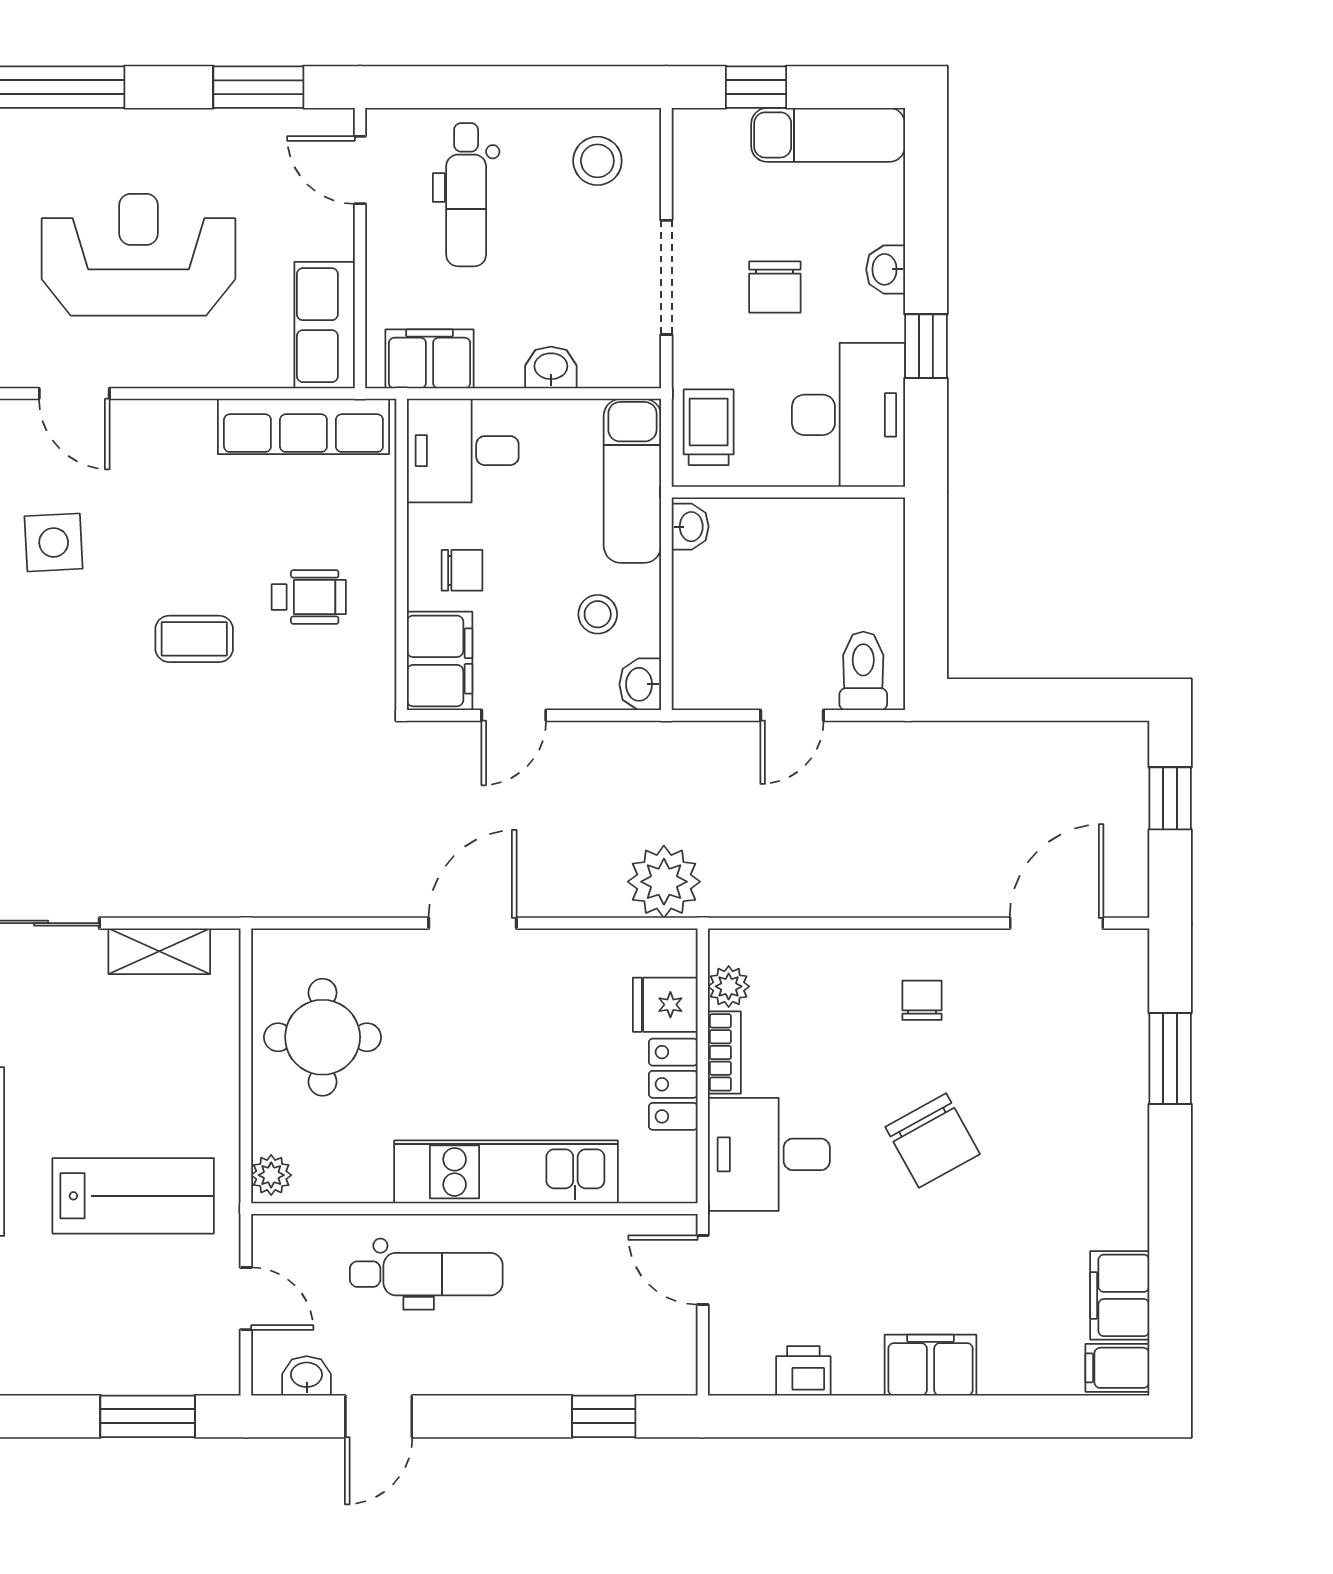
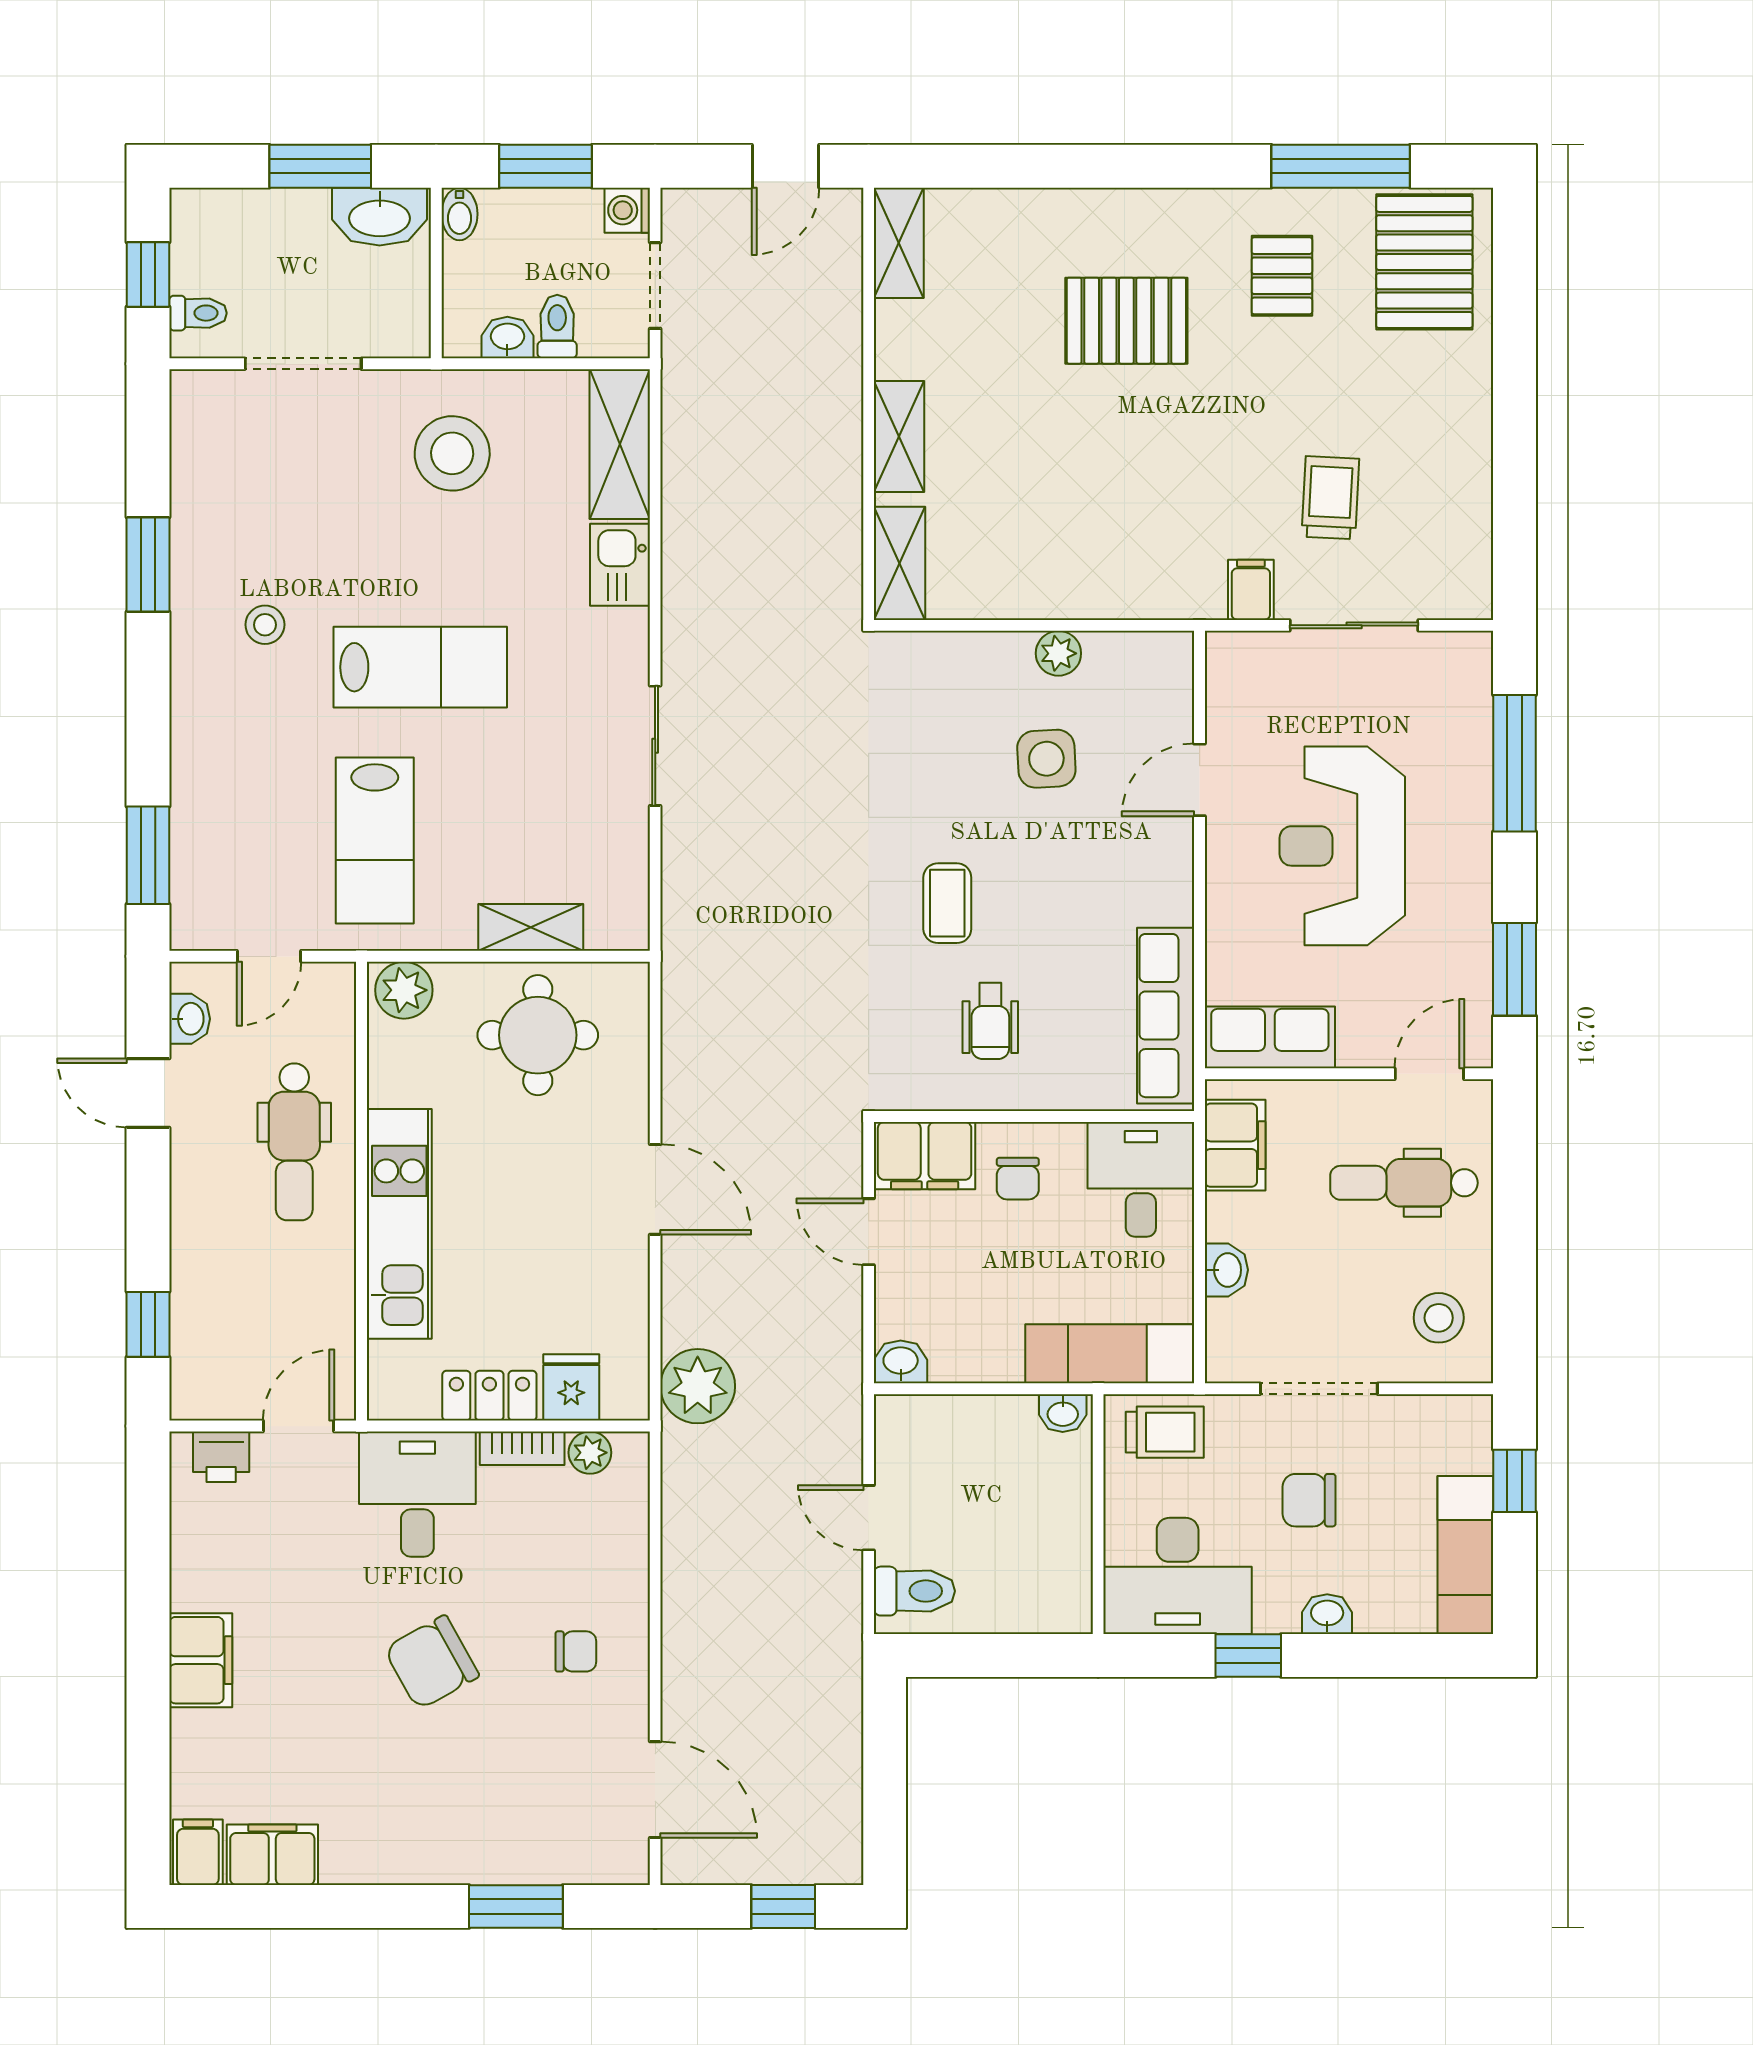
reception desk: (138, 255) -> (1342, 846), turned 180
stool: (598, 614) -> (973, 1318), removed
shelving: (159, 951) -> (531, 927), moved, turned 90
plant: (271, 1175) -> (404, 990), width x1.38, depth x1.38
printer: (803, 1371) -> (221, 1457), moved, turned 90

